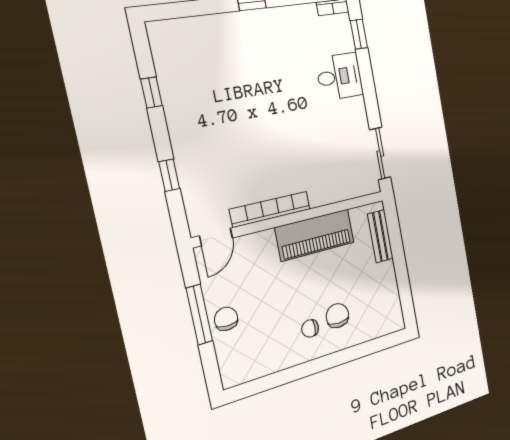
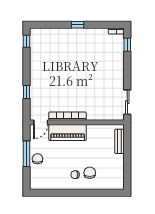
desk: (339, 77) -> (113, 63), removed
window: (151, 92) -> (26, 41), moved
piano: (315, 235) -> (68, 133), moved

